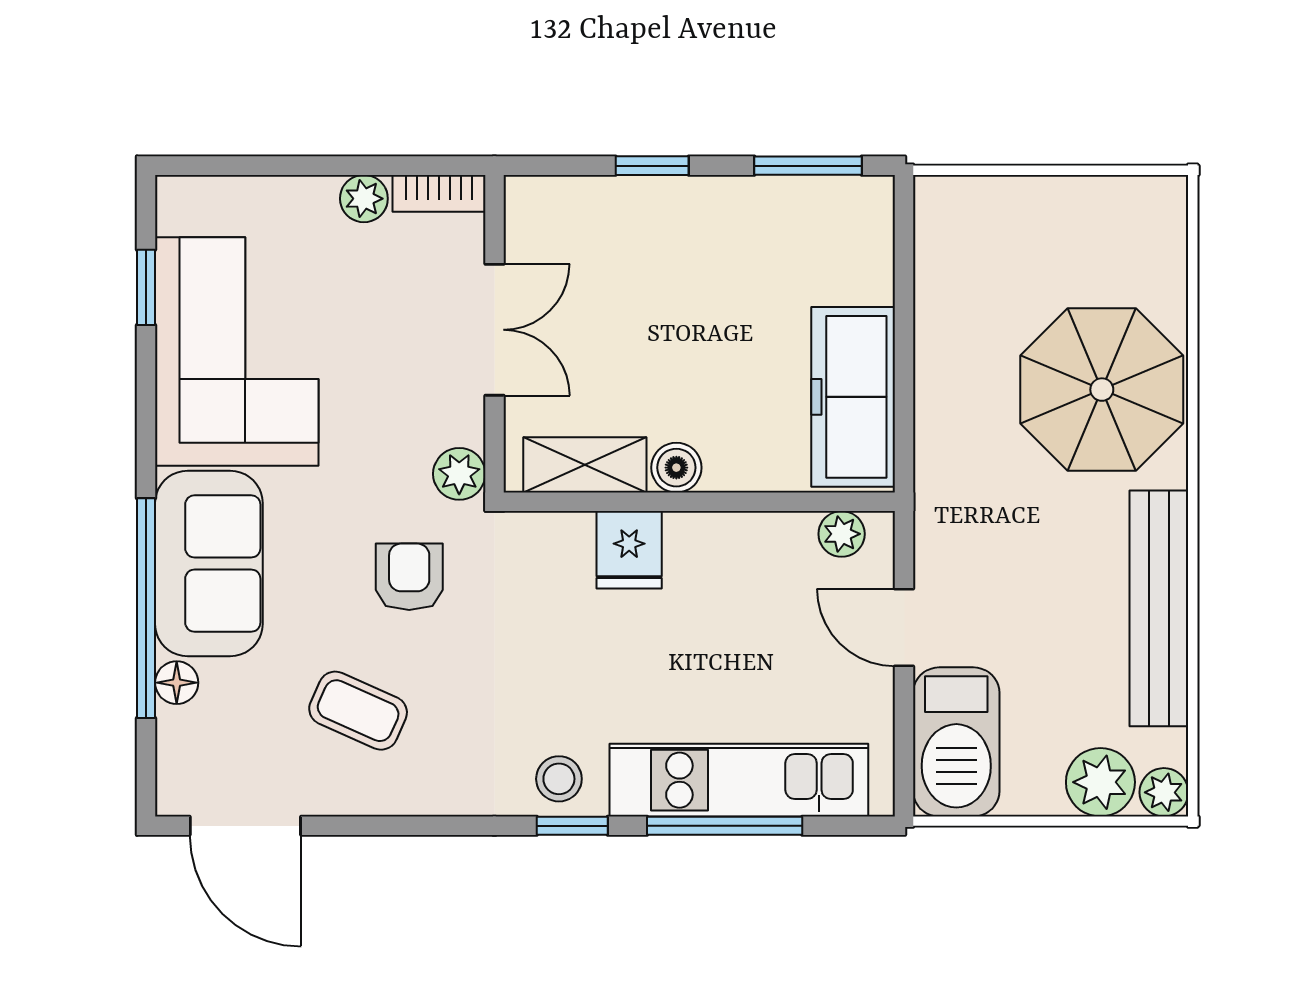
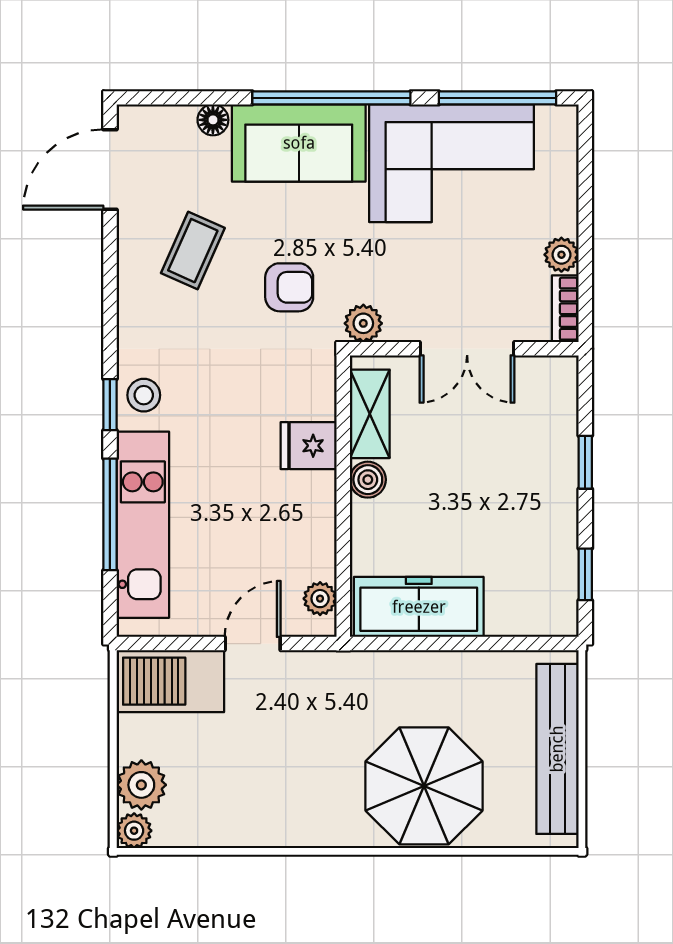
window: (808, 166) -> (585, 574), width x0.67
window: (146, 287) -> (498, 98), width x2.17
window: (146, 608) -> (331, 98), moved
bench: (1159, 608) -> (557, 749), moved, turned 90

